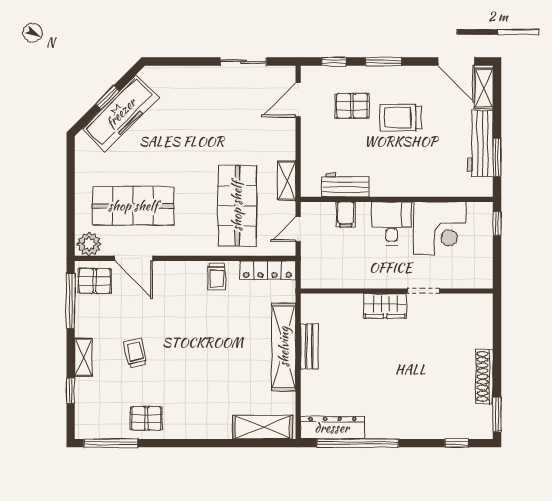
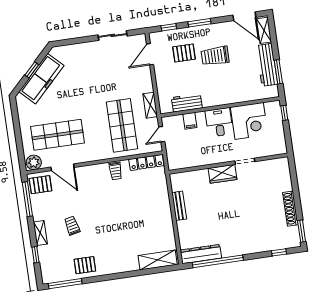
shelving: (284, 347) -> (163, 208), removed

